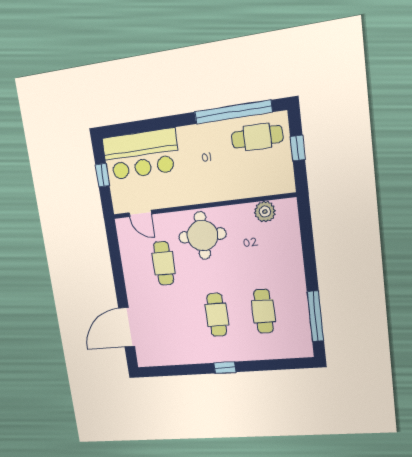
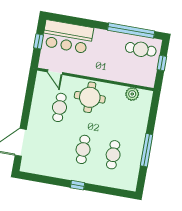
window: (315, 316) -> (147, 150), moved

